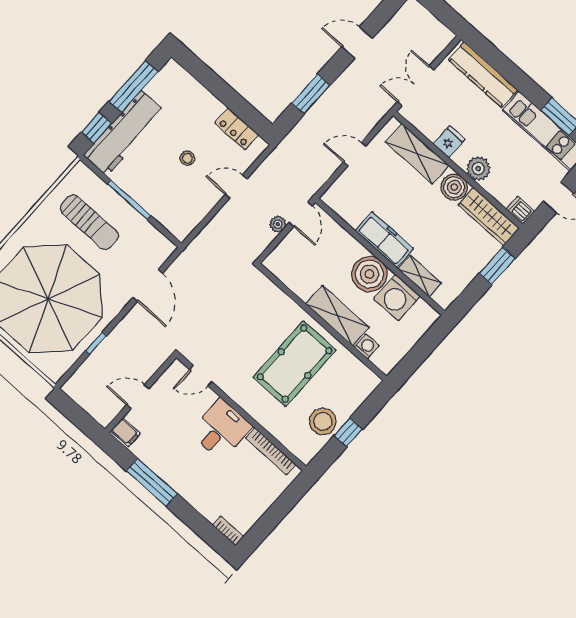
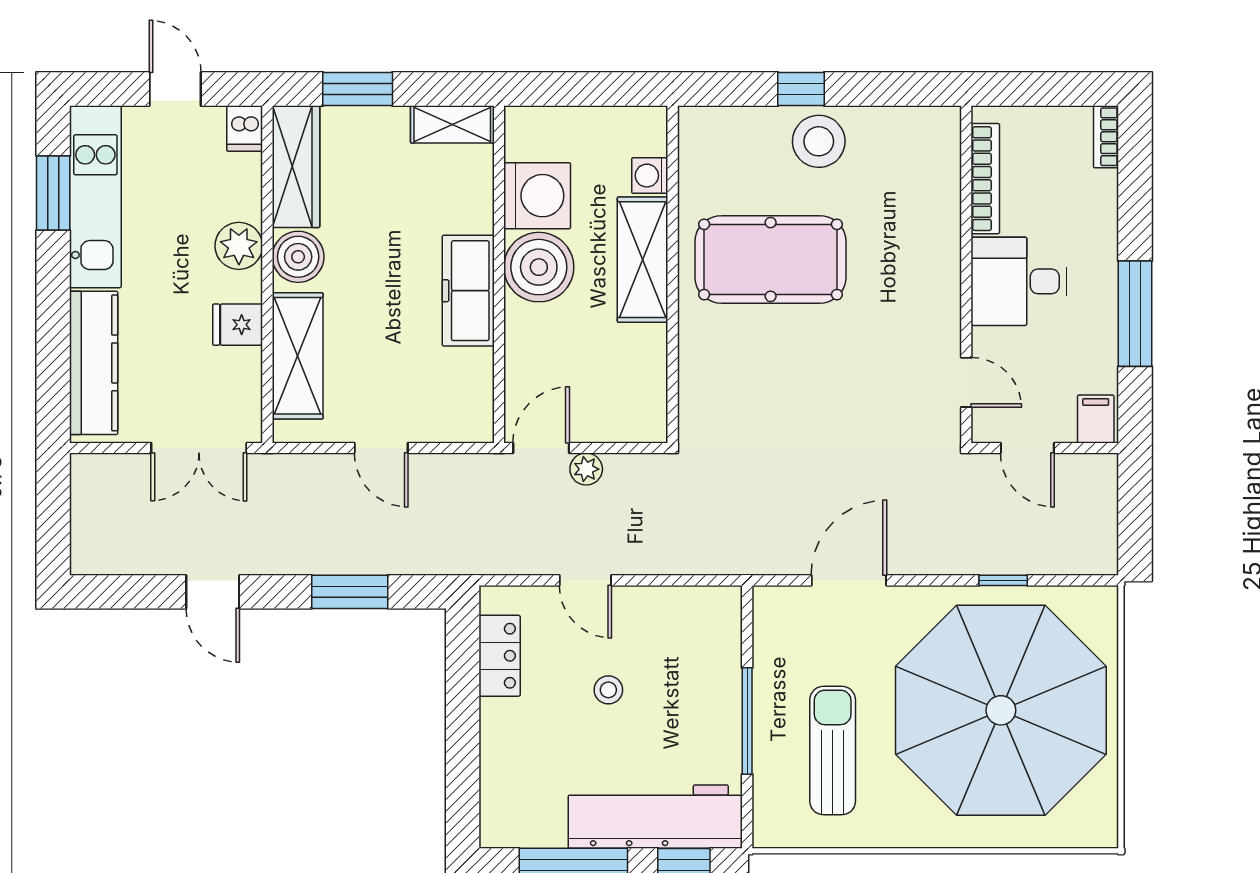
shelving: (420, 276) -> (452, 124), moved, turned 90
door: (201, 376) -> (966, 382), moved
wall: (241, 412) -> (966, 274), moved
desk: (221, 429) -> (1019, 281), moved
bookcase: (271, 451) -> (985, 179), moved

